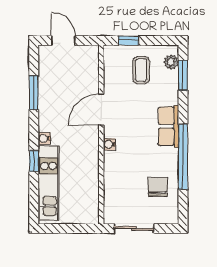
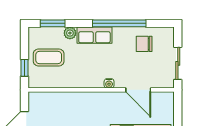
plant: (171, 62) -> (70, 33), moved
coffee table: (141, 70) -> (49, 57), width x1.36, depth x1.30
door: (101, 110) -> (138, 90), moved

